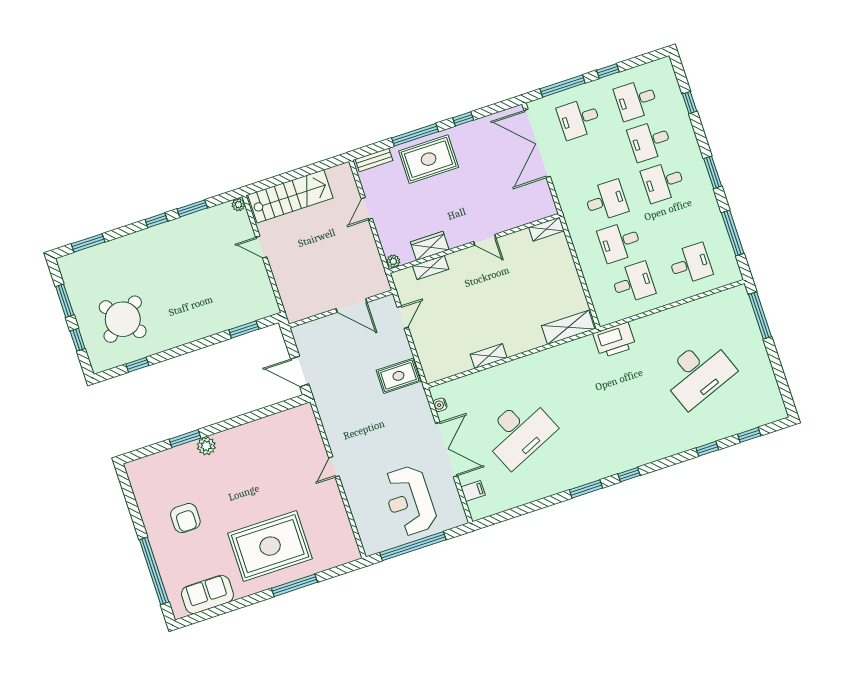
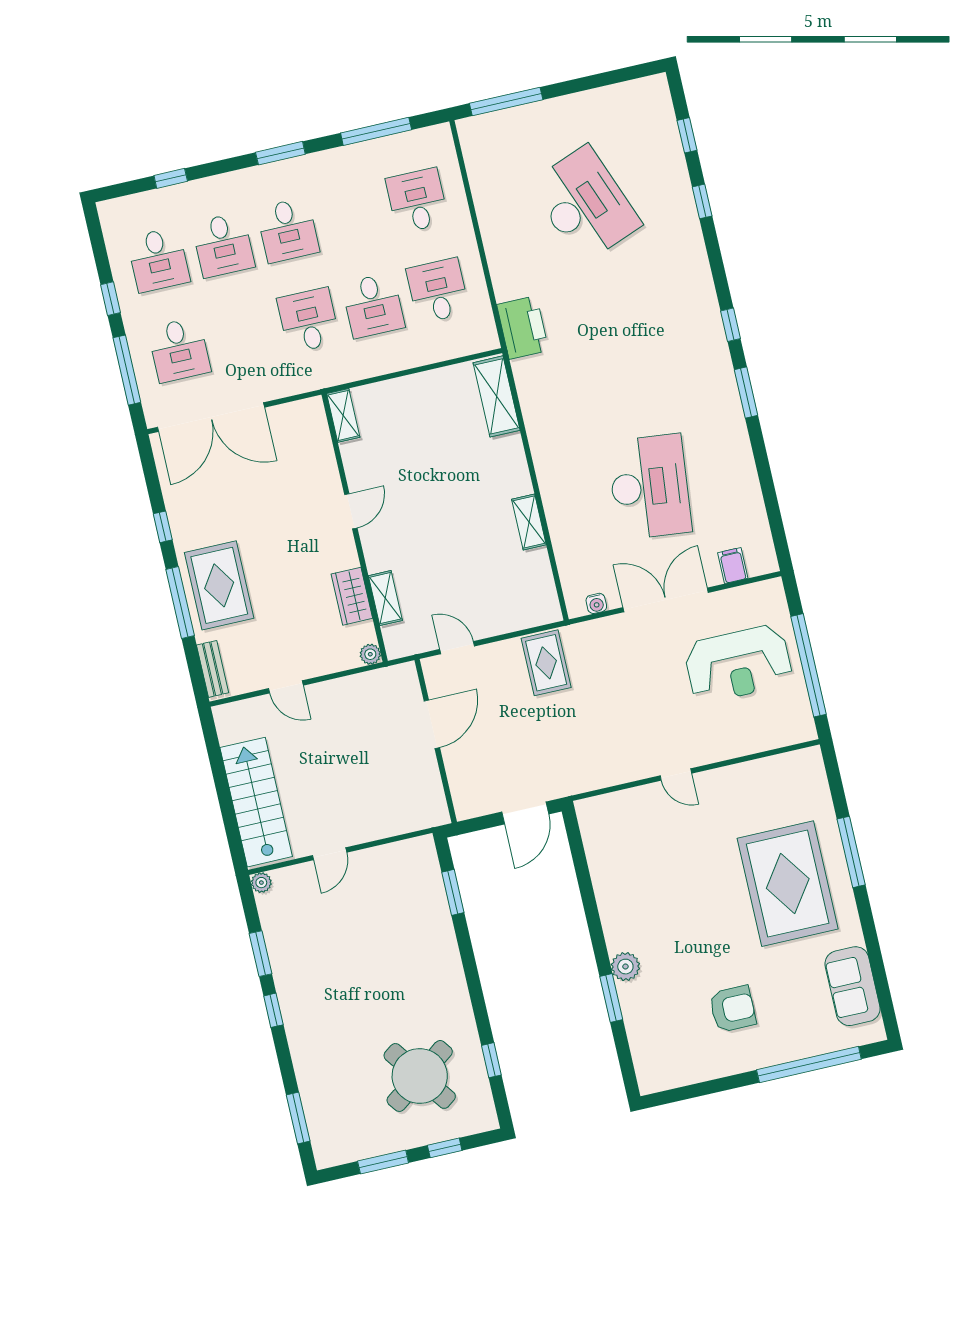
desk: (519, 432) -> (650, 487), turned 30

